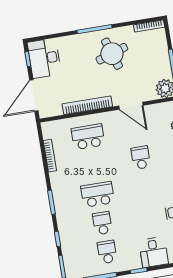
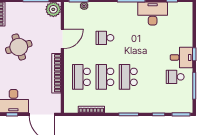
school desk: (102, 223) -> (105, 77), moved, width x1.85
desk: (154, 252) -> (181, 57), moved

